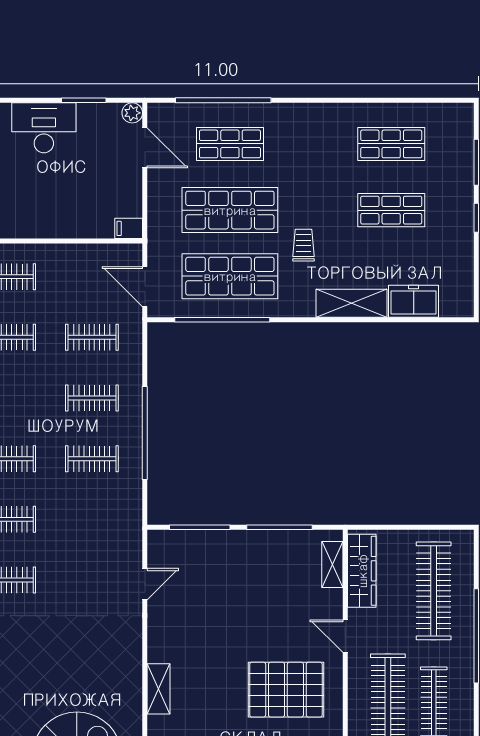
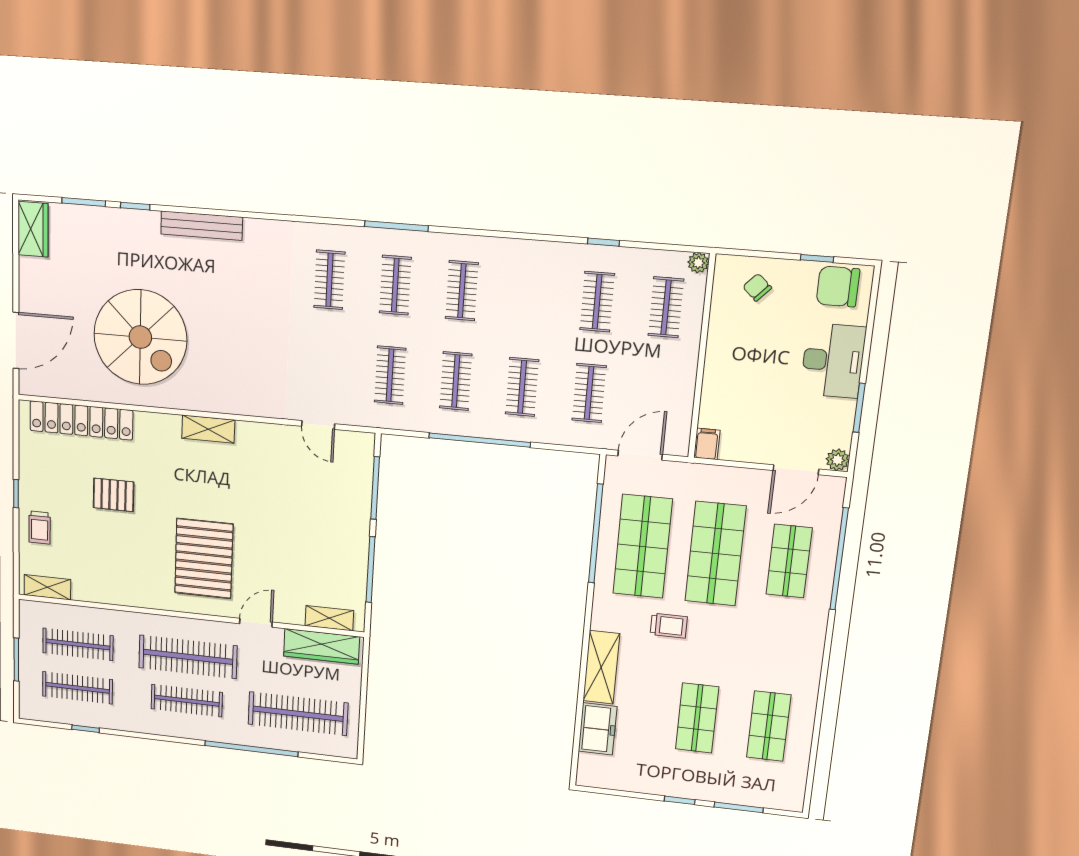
clothes rail: (92, 519) -> (390, 375), added

